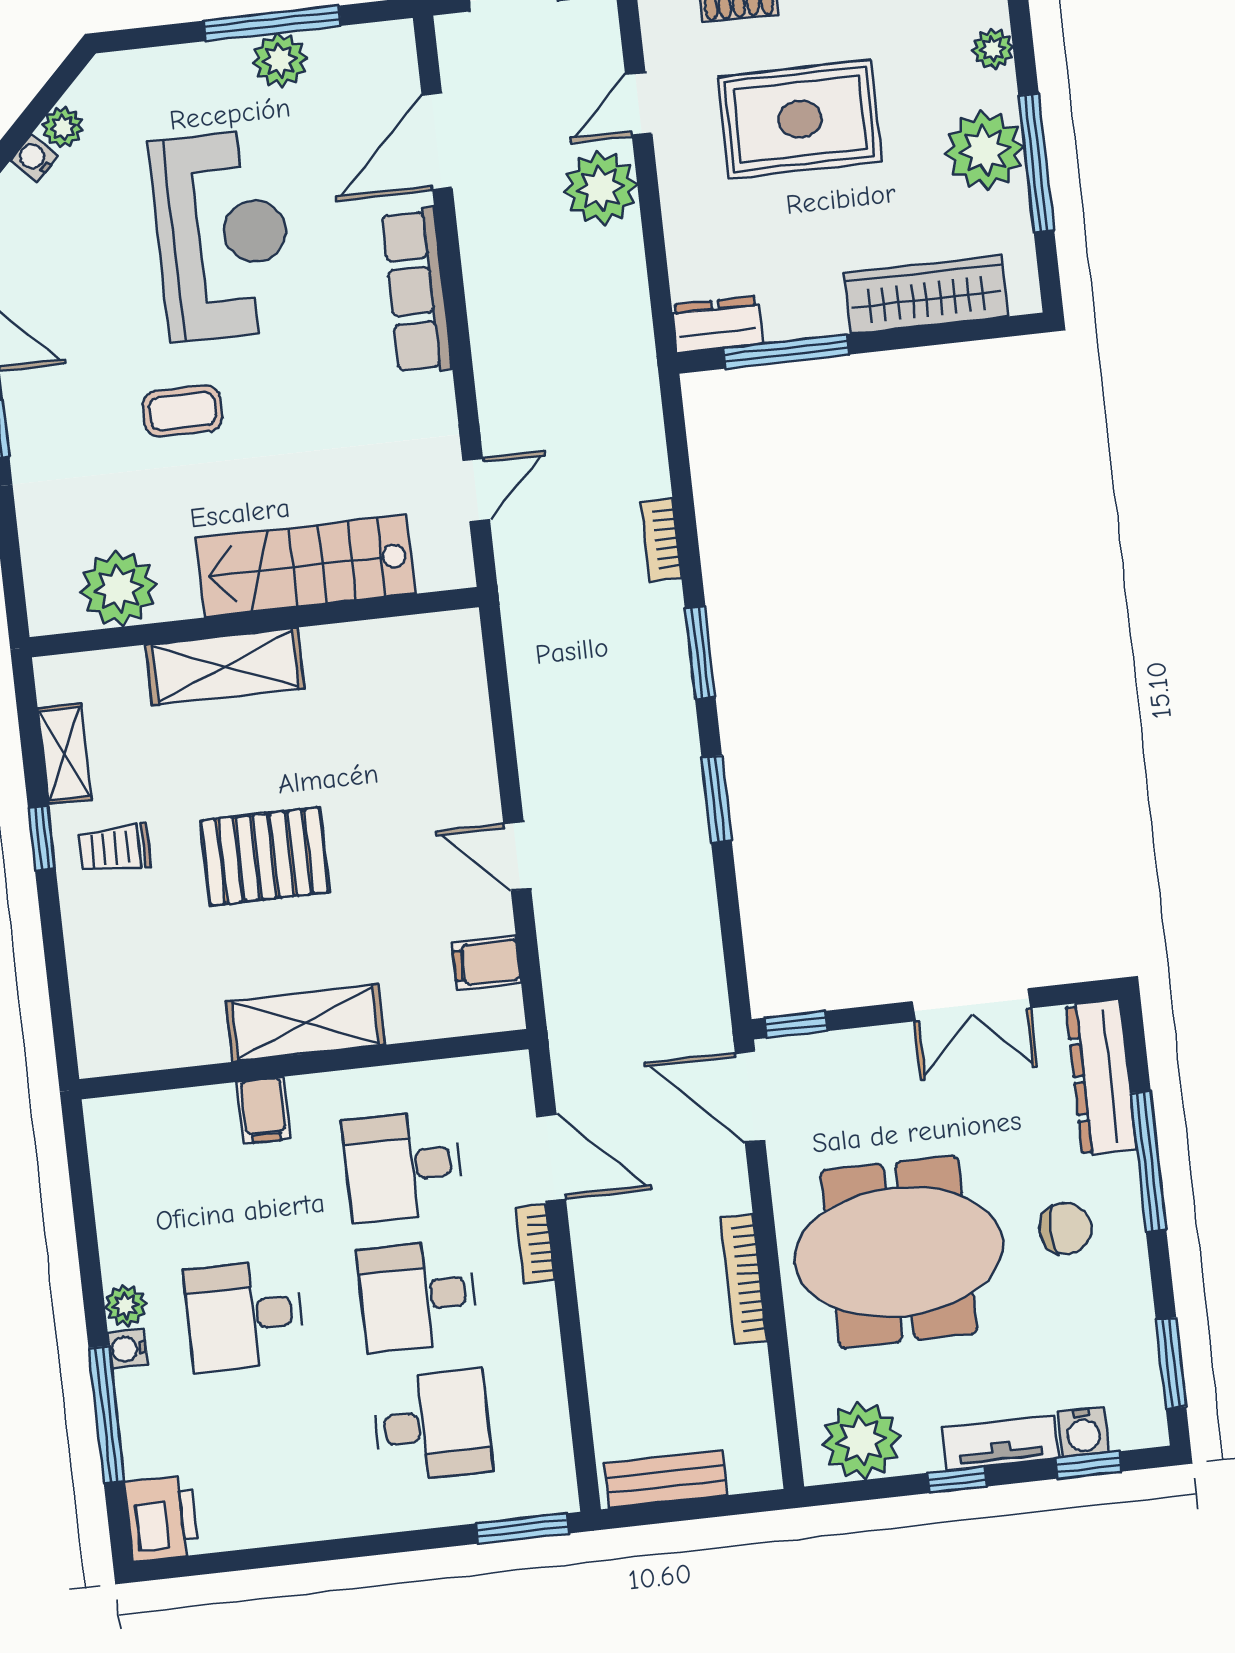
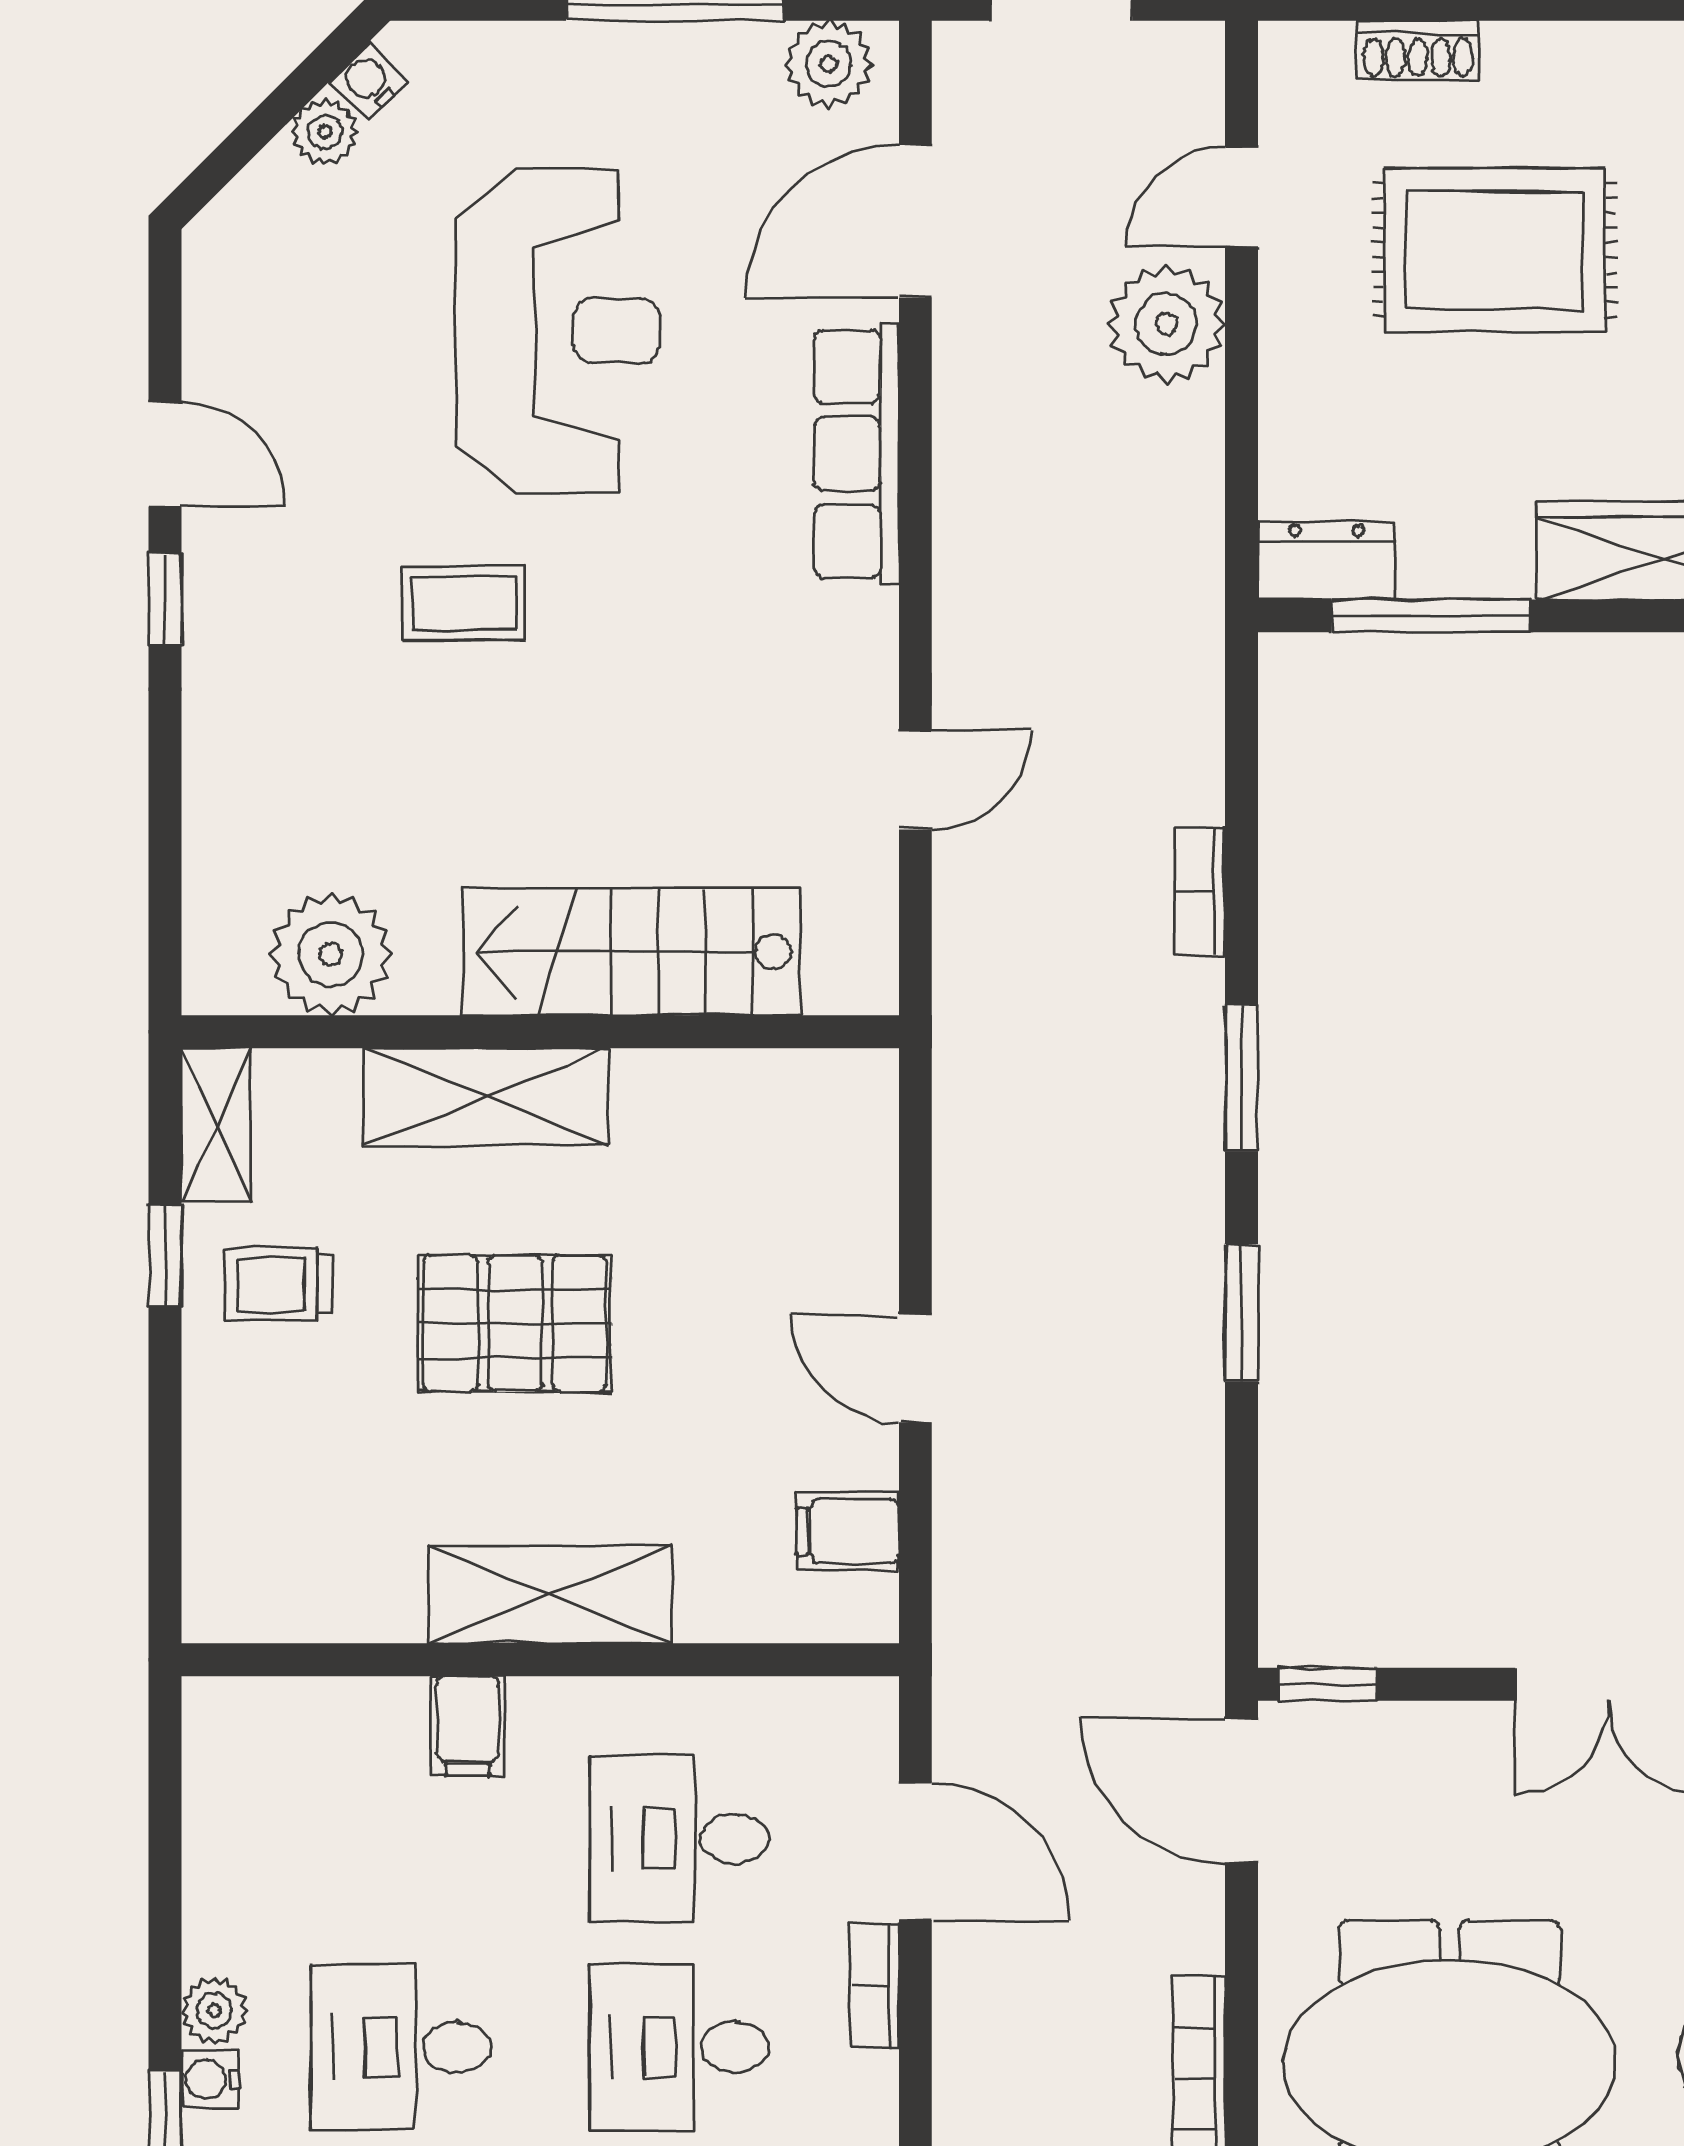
plant: (280, 60) -> (829, 64), moved
water cooler: (34, 158) -> (369, 81), moved
stairs: (306, 566) -> (631, 952), moved
plant: (118, 588) -> (331, 954), moved
wall: (254, 622) -> (540, 1032), moved
shelving: (225, 666) -> (486, 1097), moved

